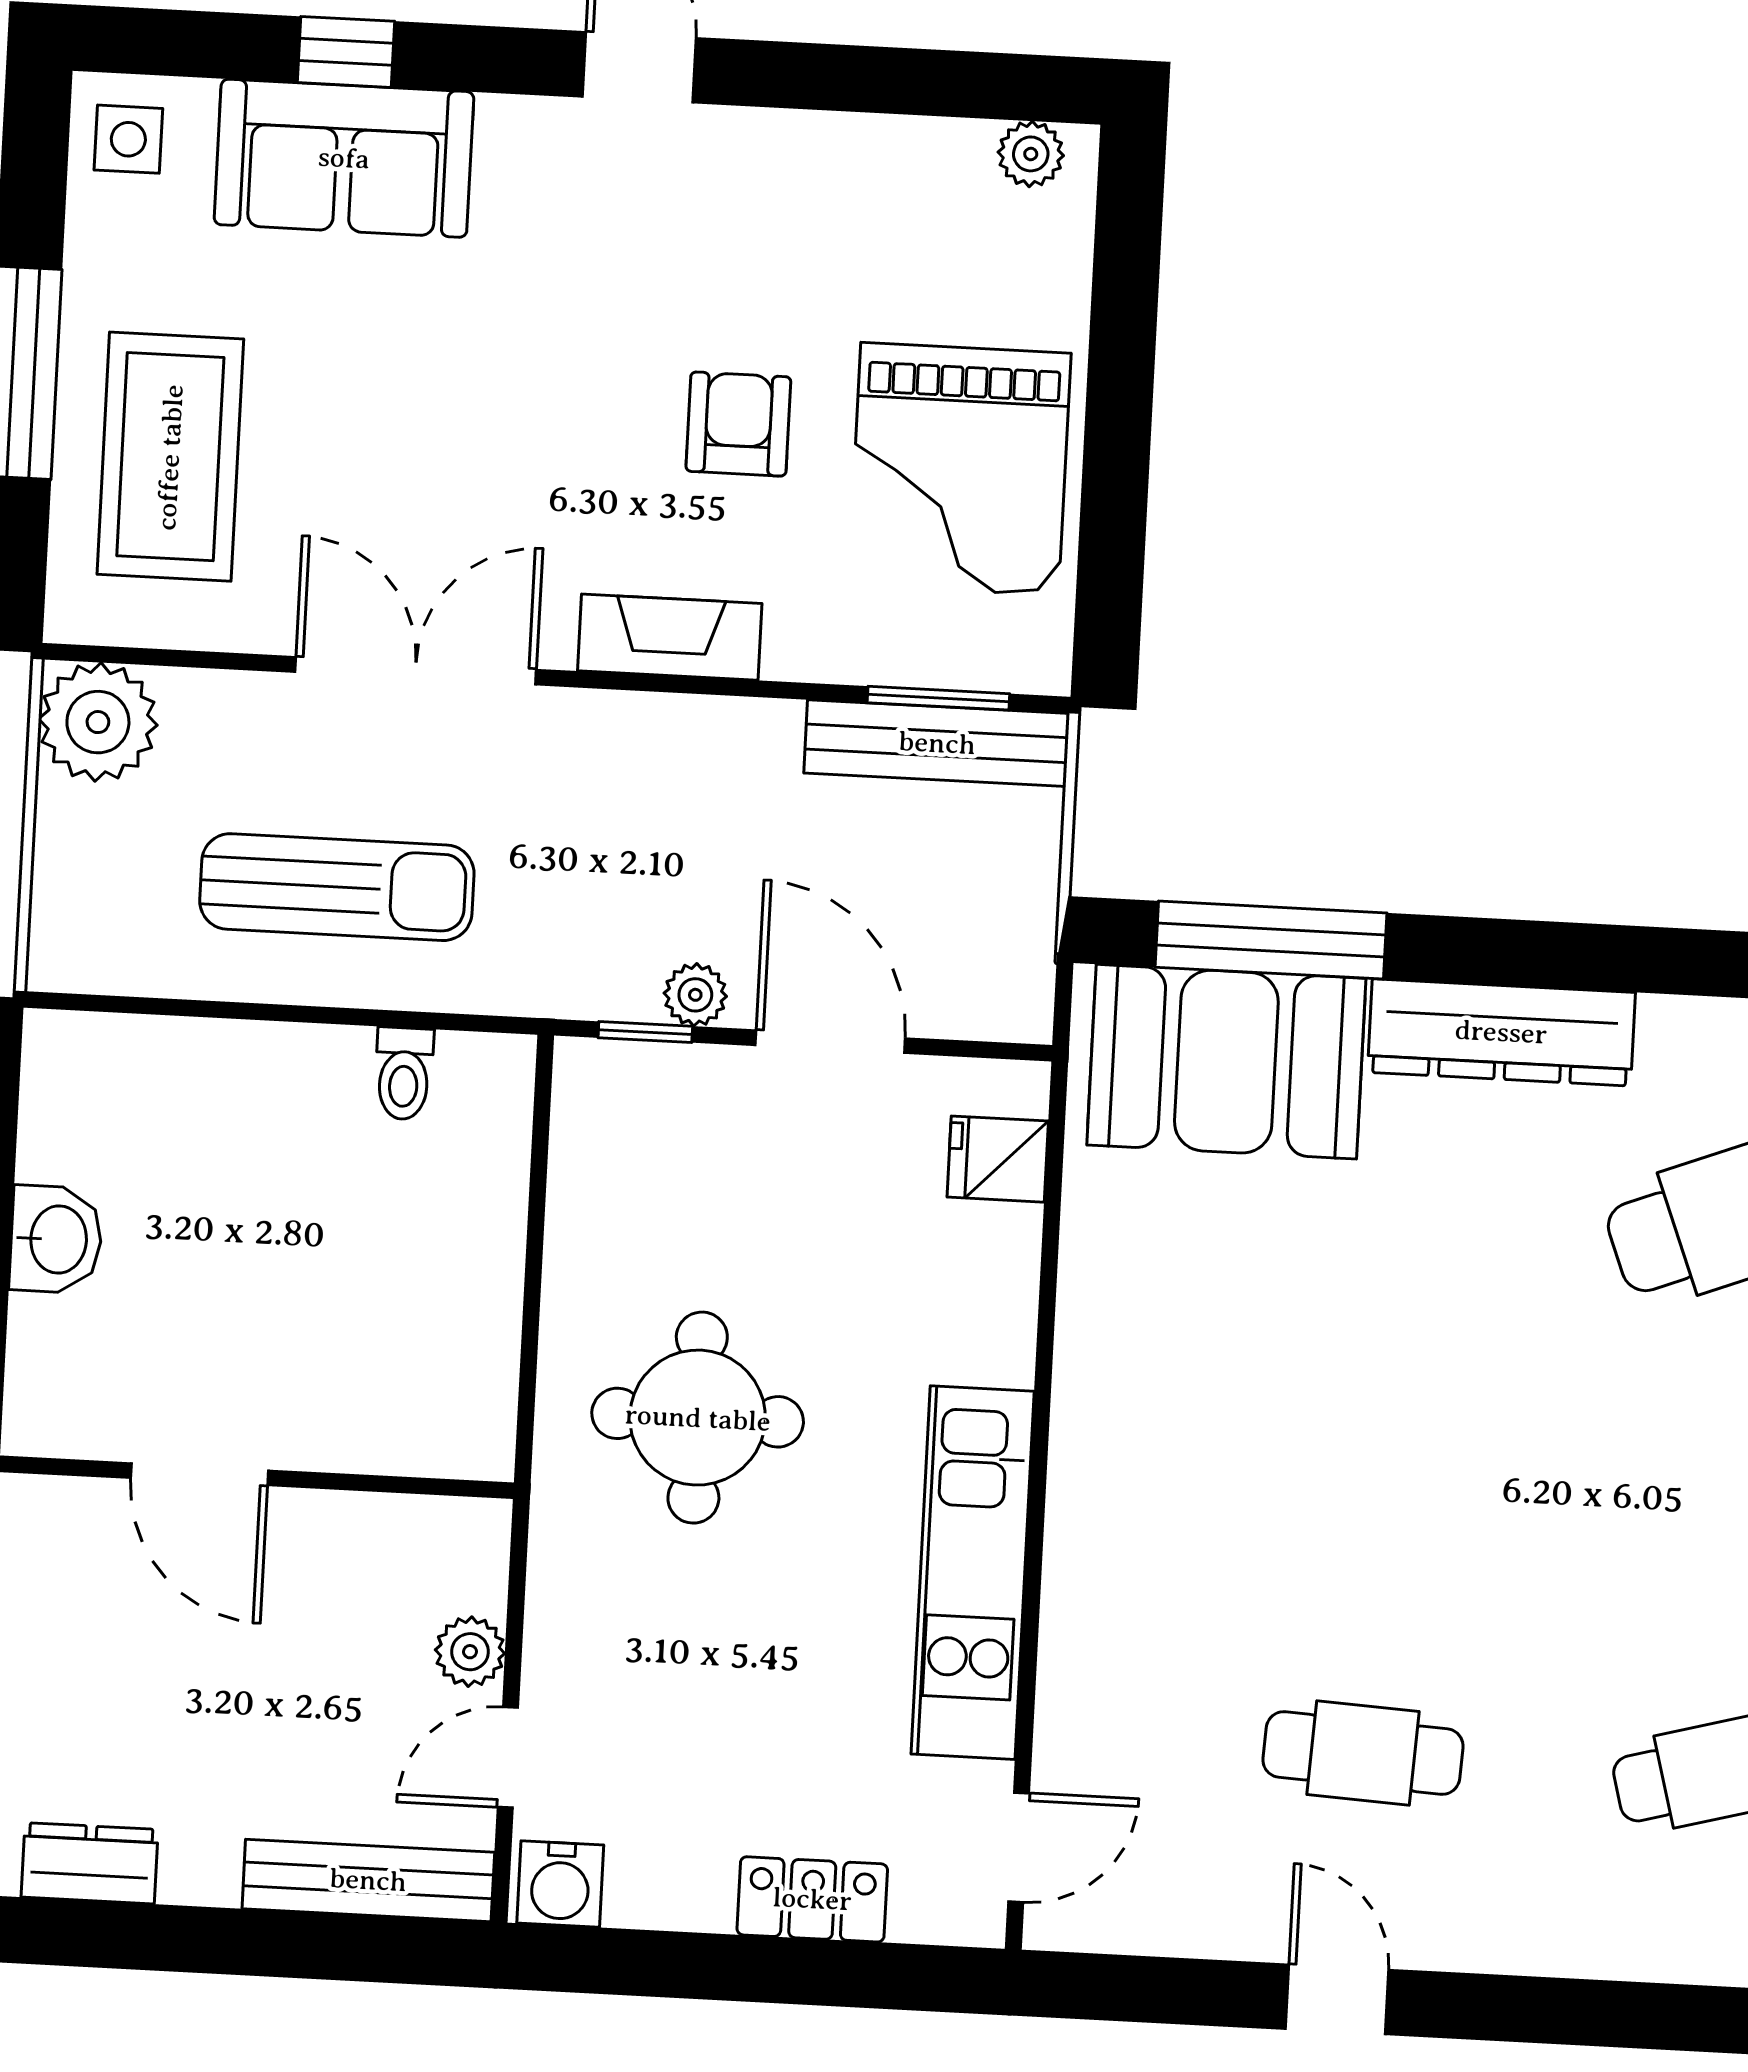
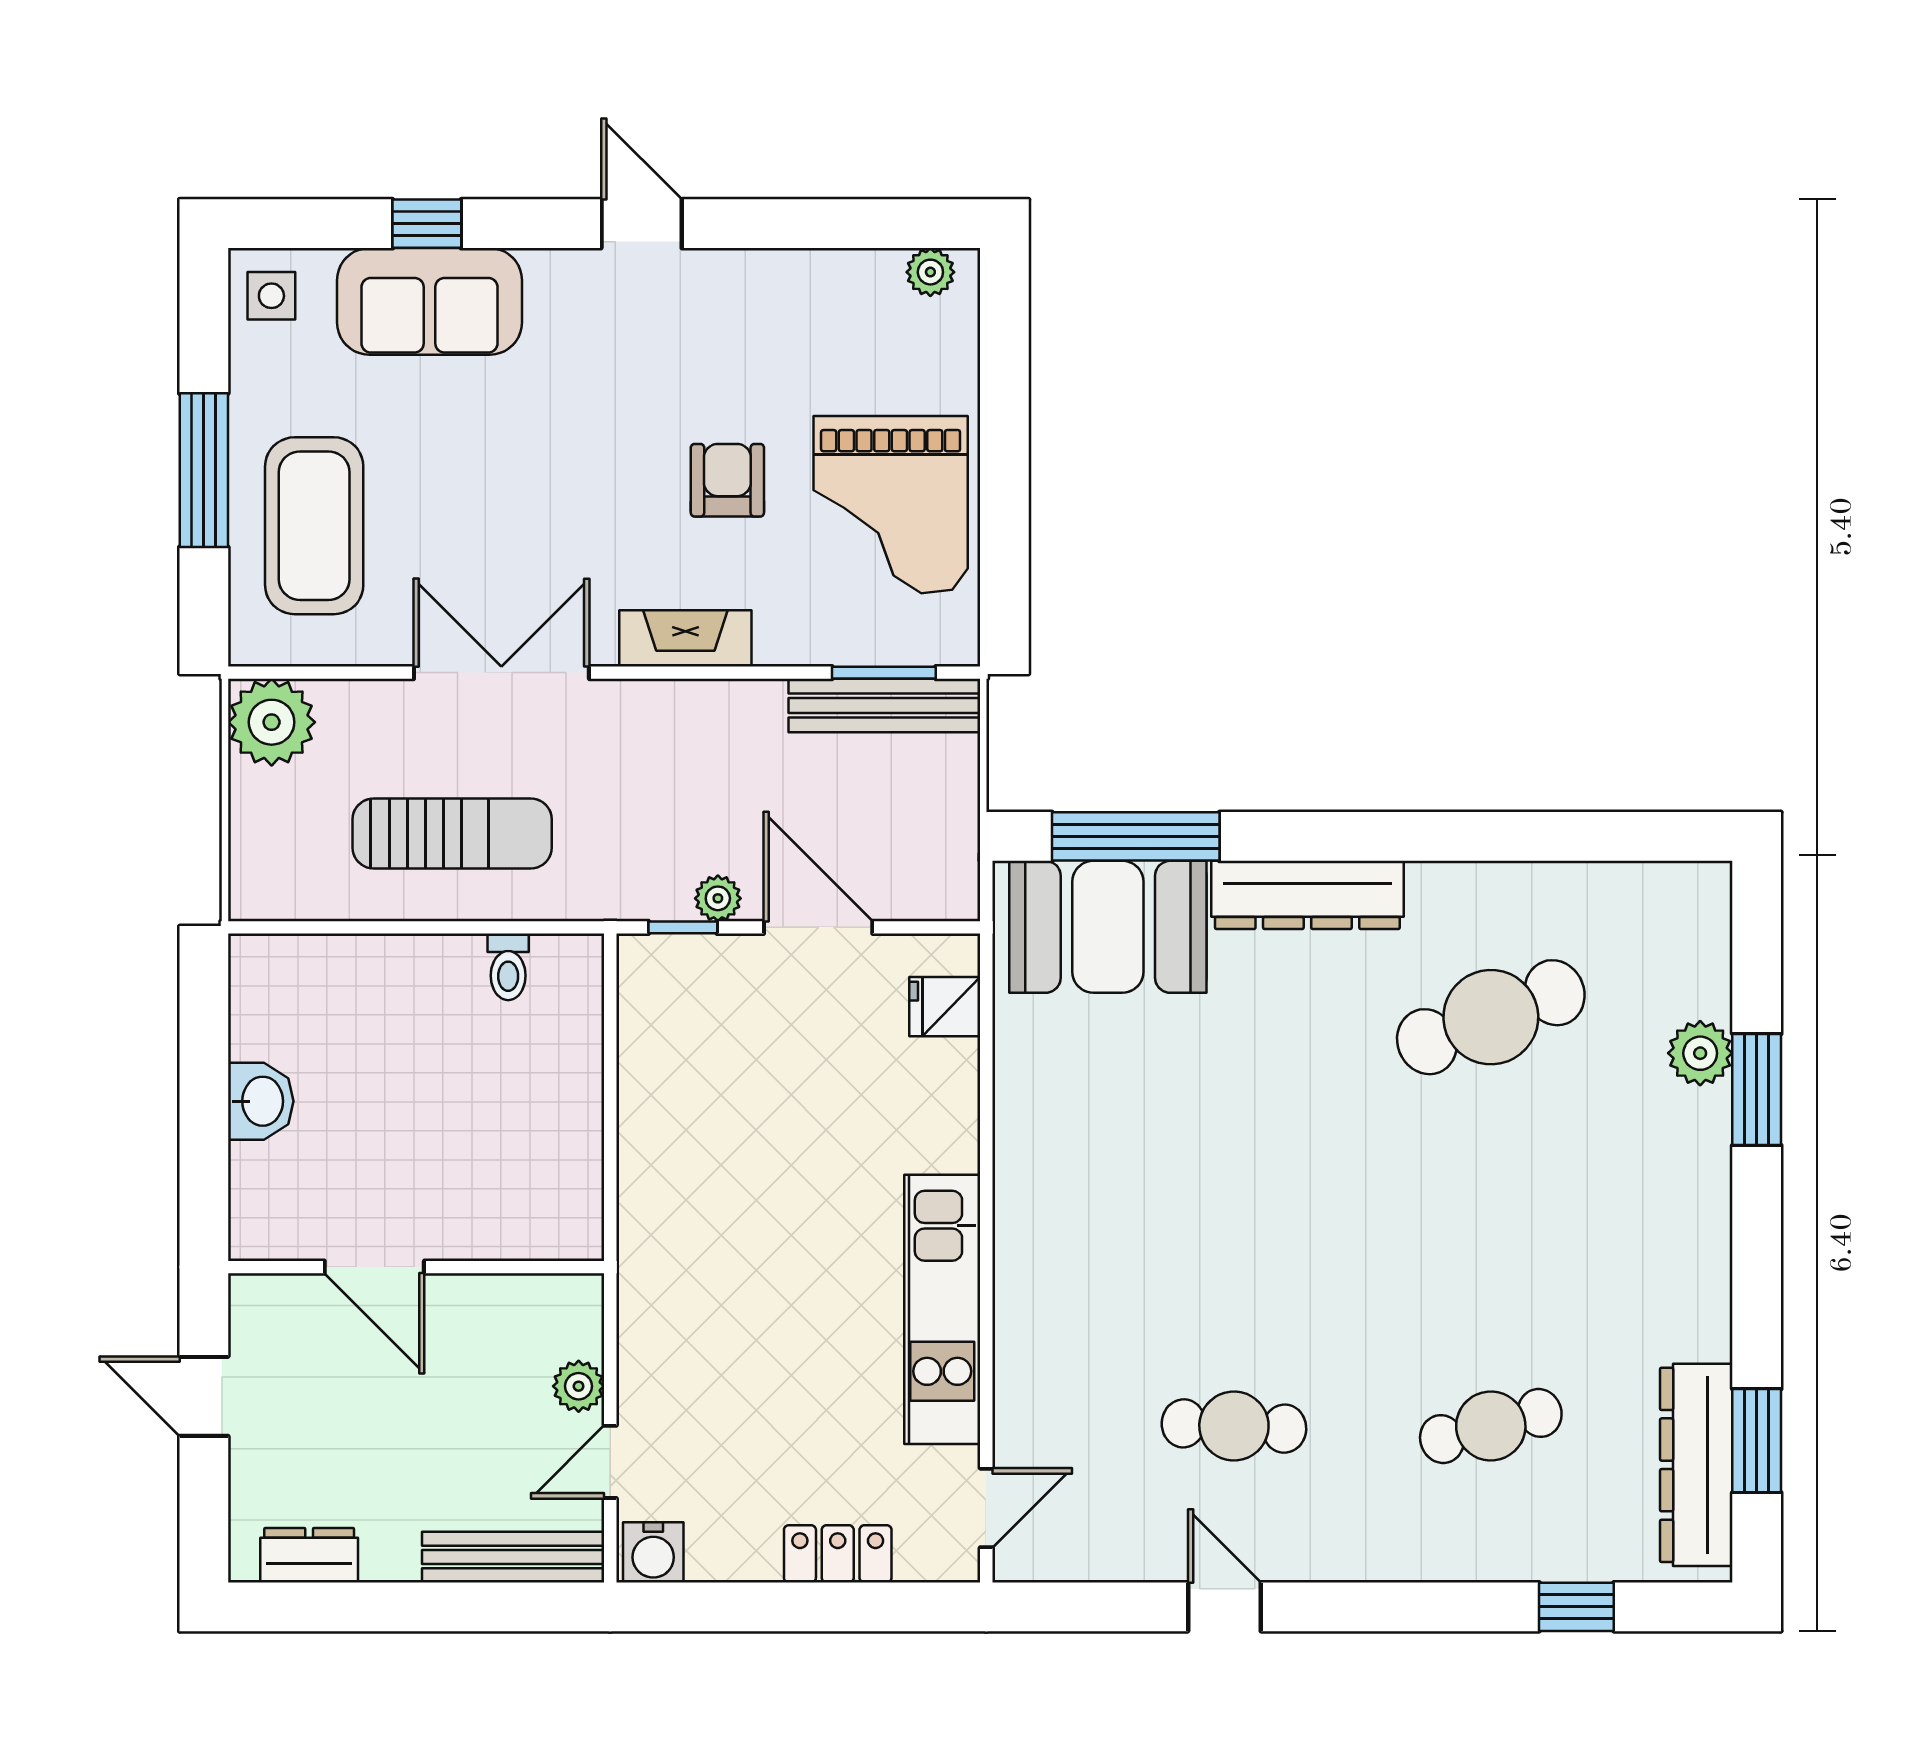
round table: (698, 1418) -> (736, 1207), removed

